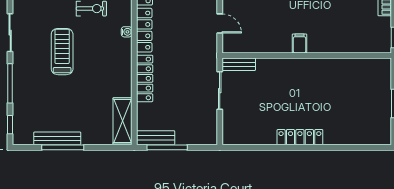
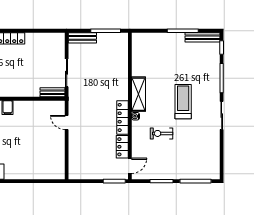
treadmill: (62, 52) -> (183, 102), turned 180
locker: (145, 78) -> (122, 82), removed
shelving: (123, 121) -> (138, 94), moved
bench: (57, 138) -> (203, 37), moved
bench: (156, 138) -> (82, 38), moved

